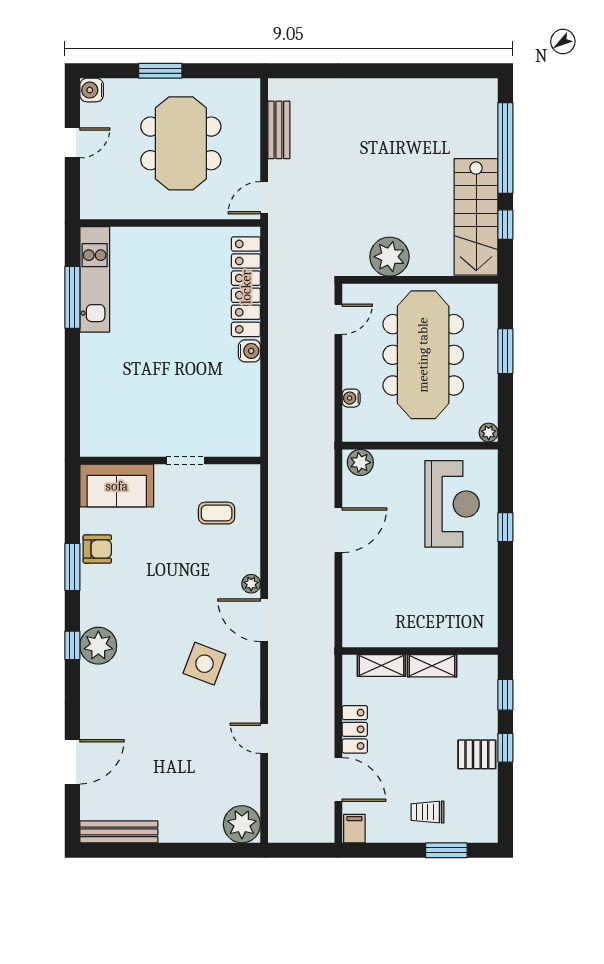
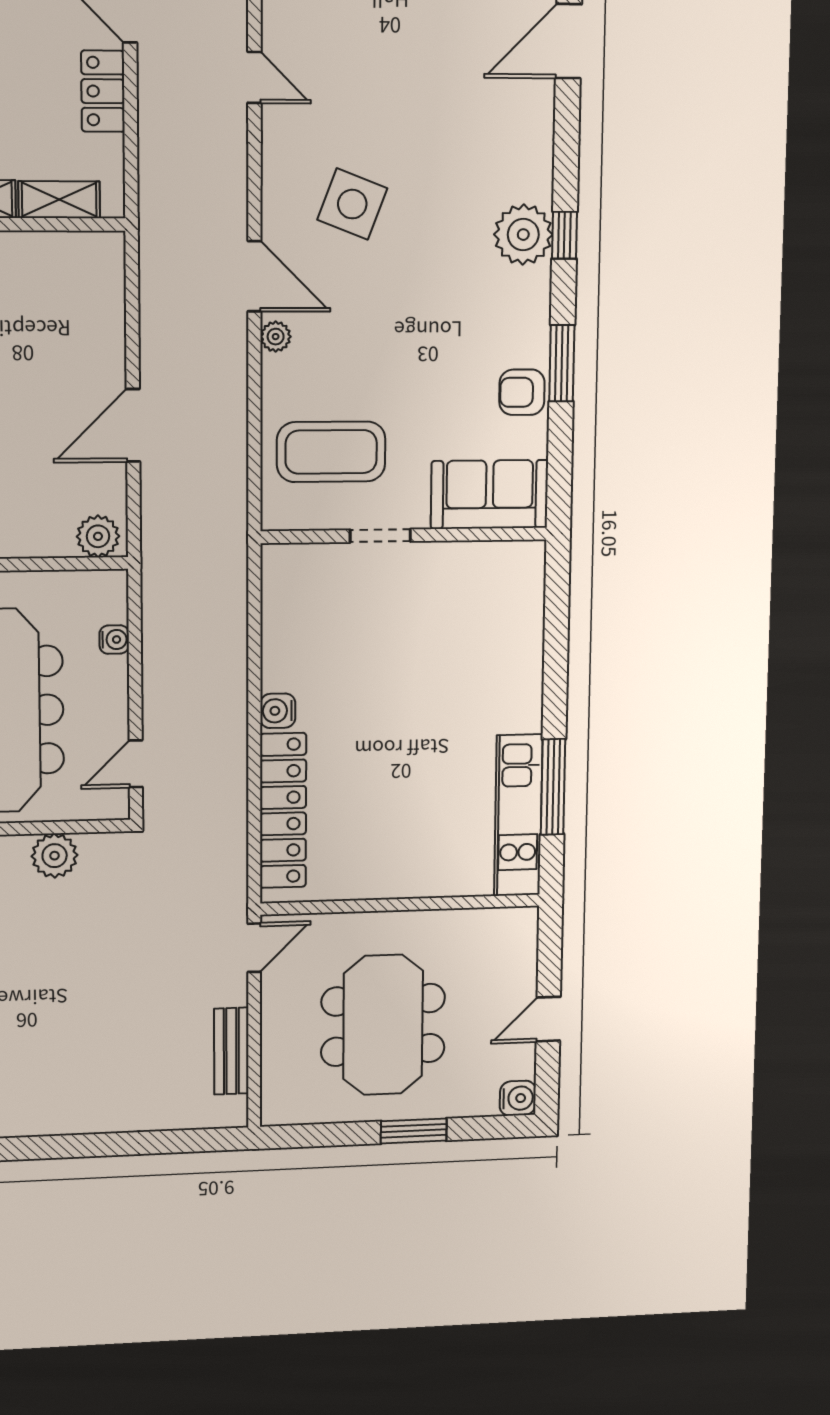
plant: (389, 257) -> (55, 856), width x0.73, depth x0.73
coffee table: (217, 513) -> (331, 452), width x1.86, depth x1.72

